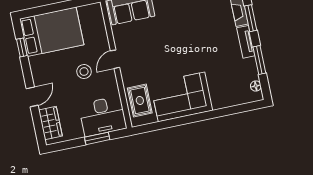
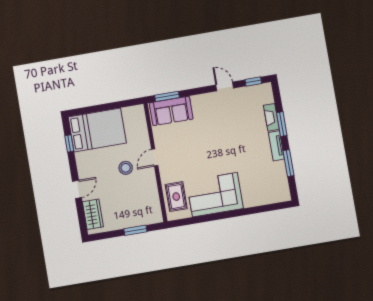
floor lamp: (256, 86) -> (284, 187), removed
desk: (103, 116) -> (141, 210), removed

